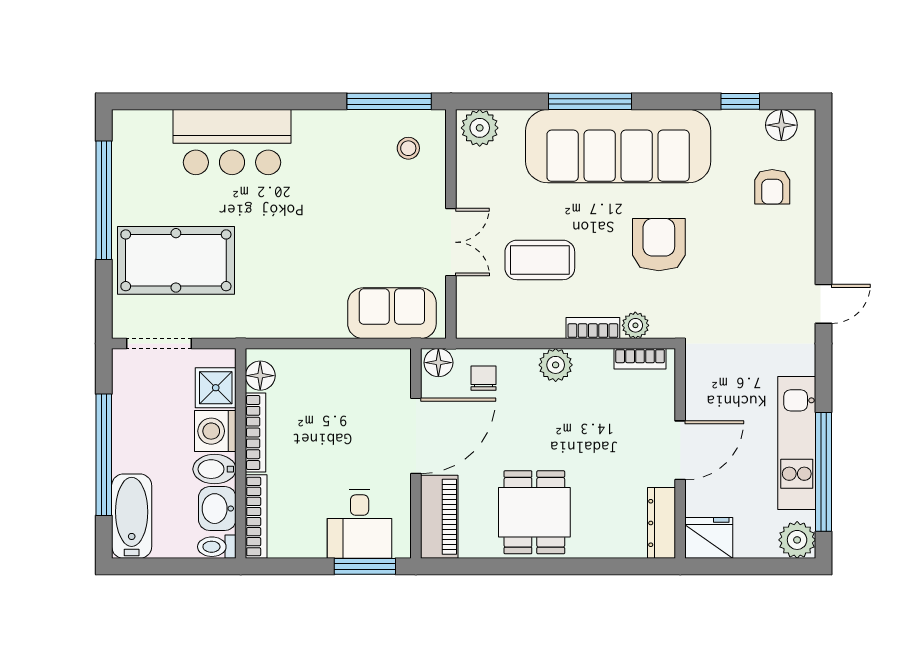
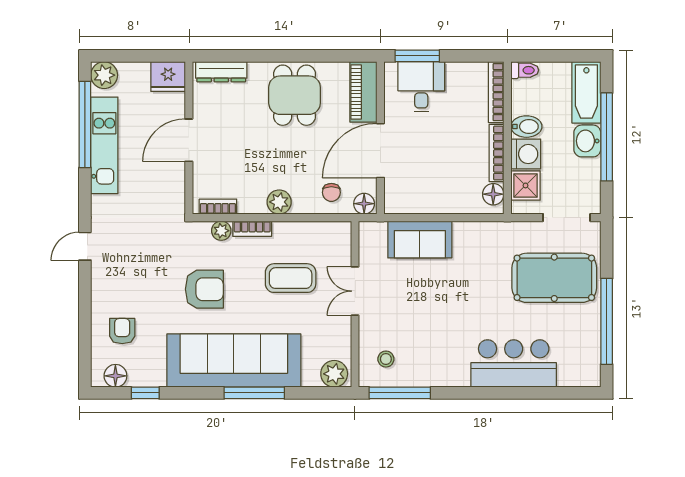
armchair: (659, 245) -> (204, 289), turned -90
sofa: (392, 313) -> (420, 239), moved
washbasin: (217, 509) -> (587, 141), moved, turned 180
dresser: (662, 523) -> (221, 72), moved, turned 90

